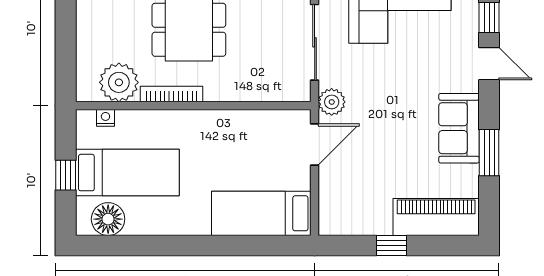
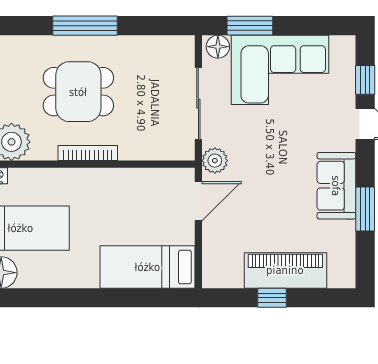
bookcase: (171, 94) -> (88, 153), moved
piano: (436, 217) -> (285, 270), moved

